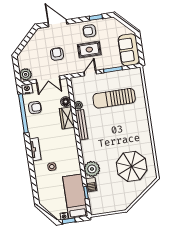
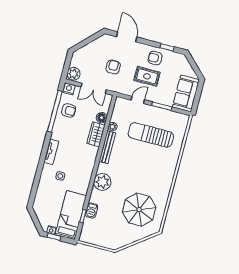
plant: (92, 169) -> (102, 182), moved

